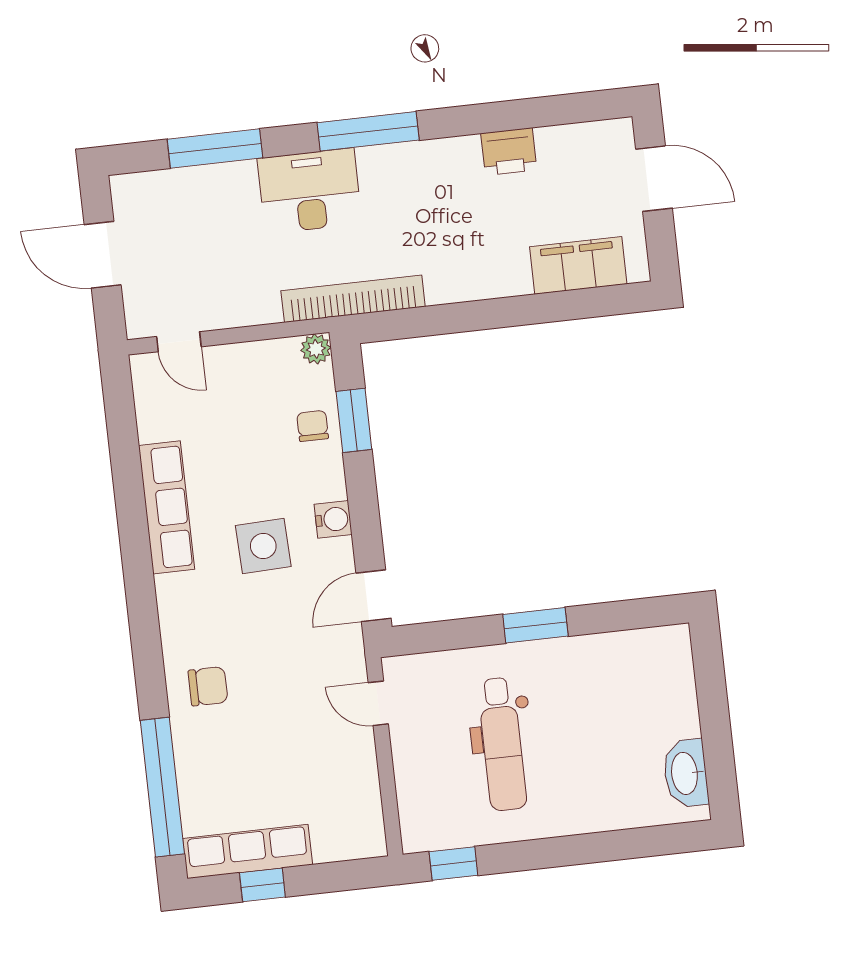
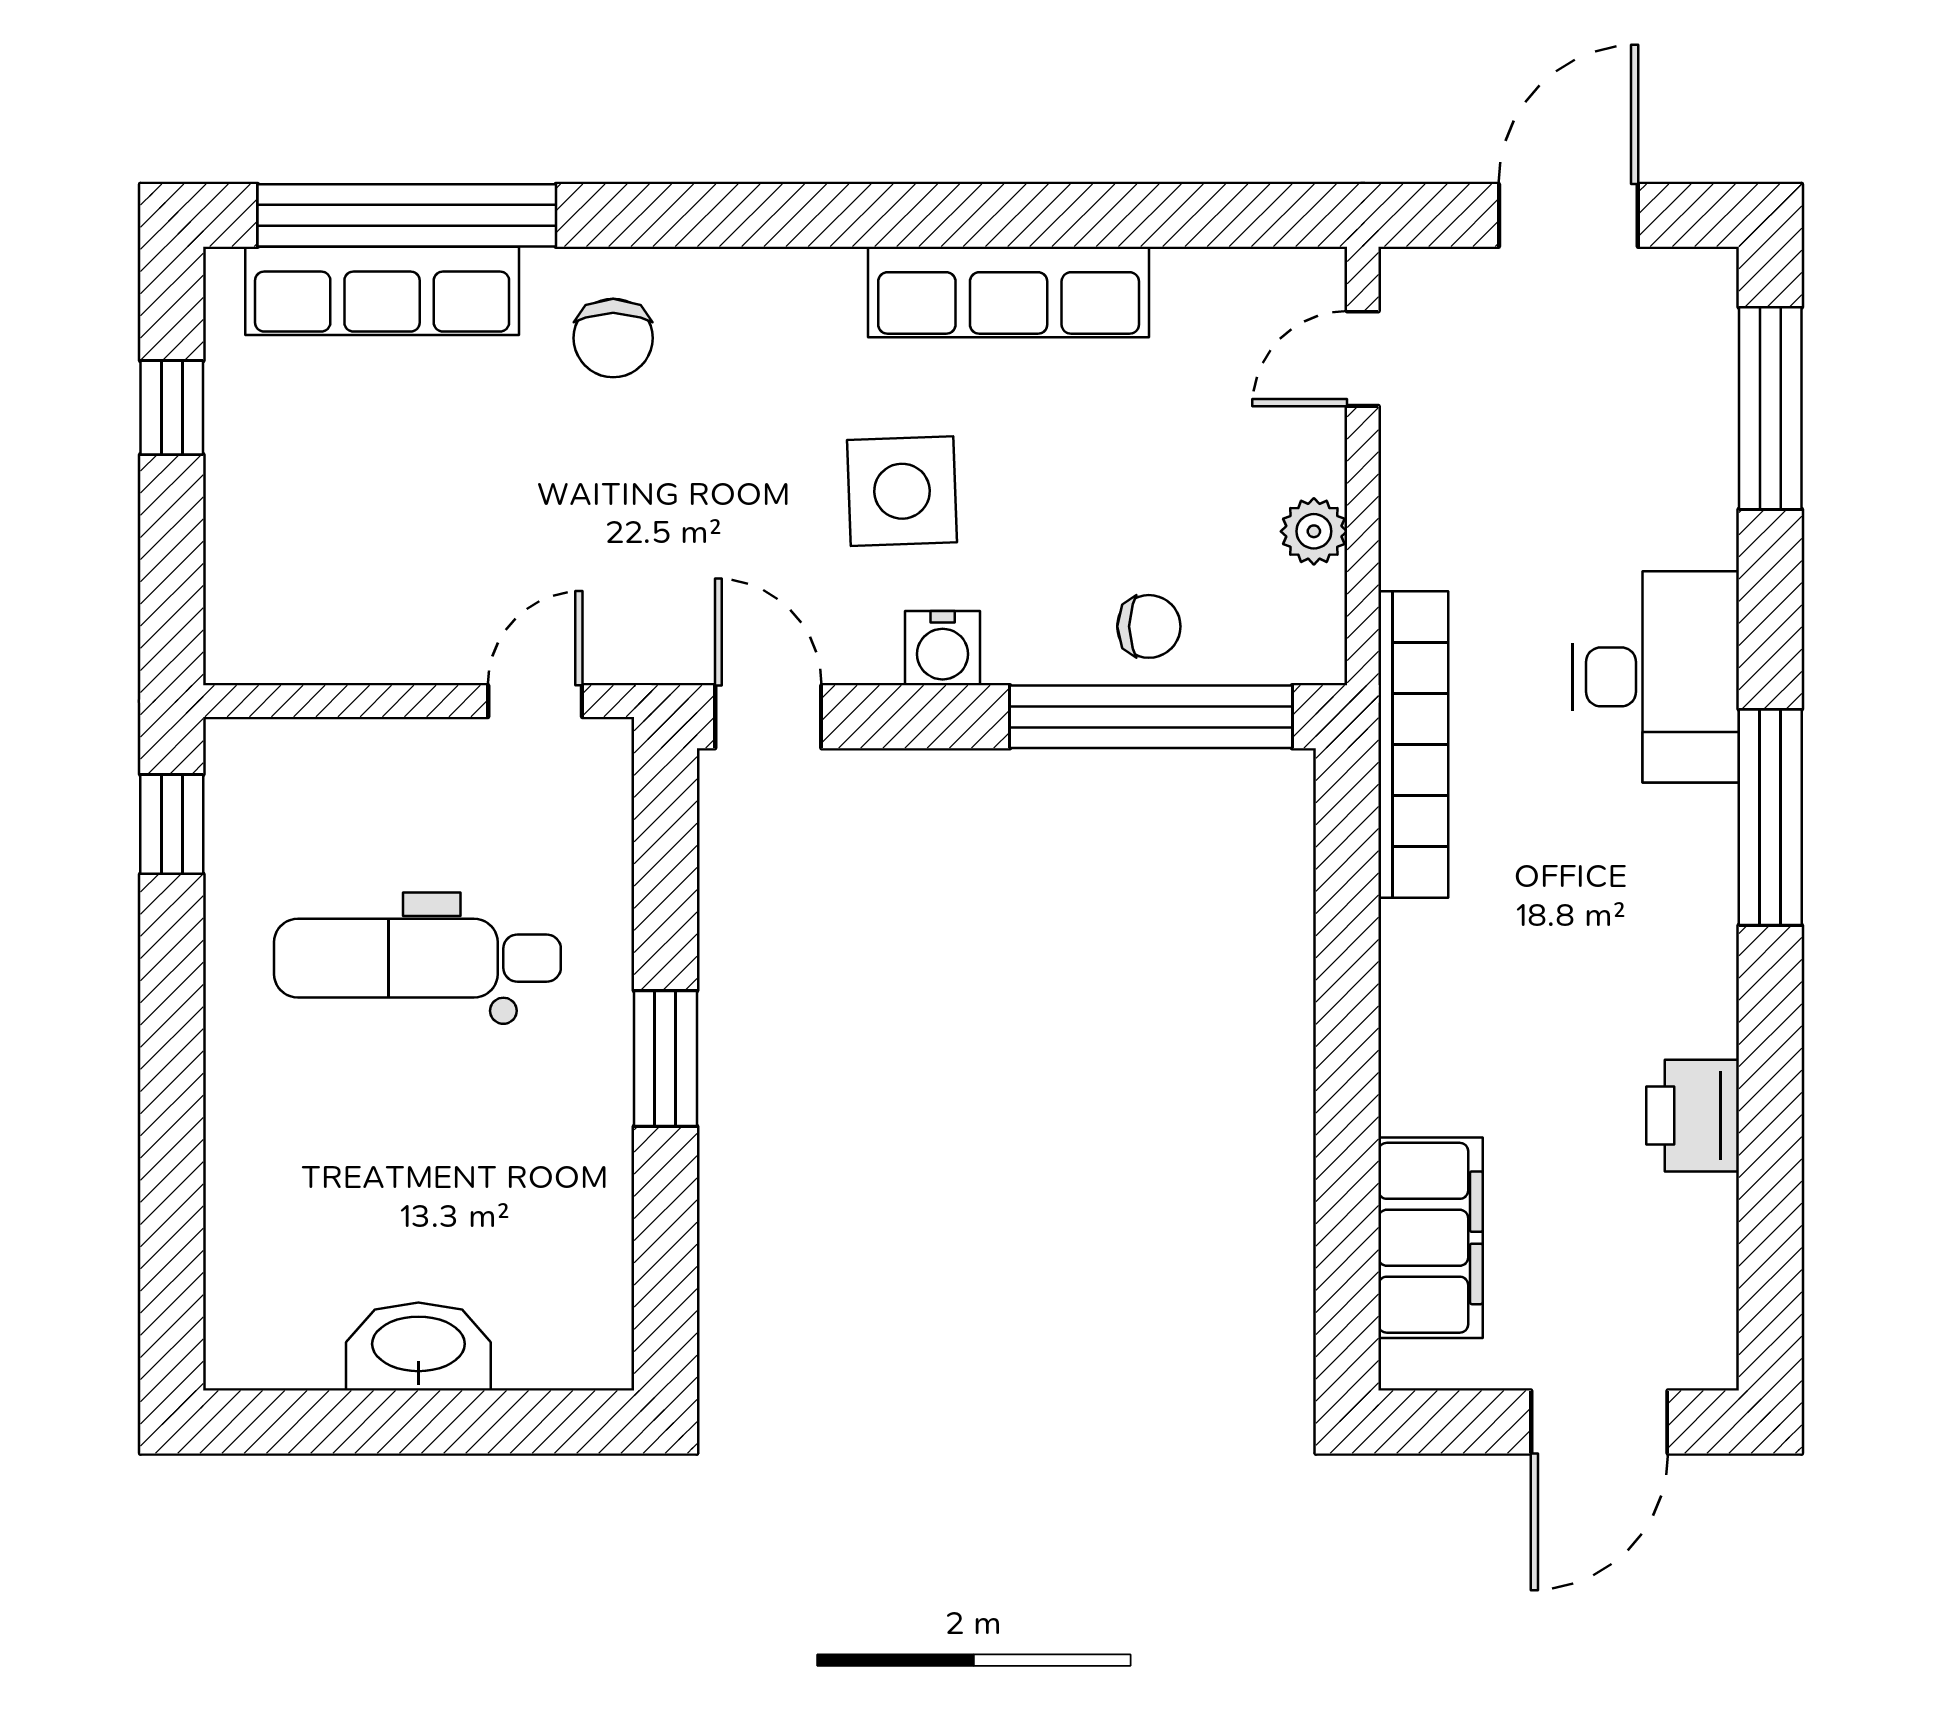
window: (215, 148) -> (1770, 408), moved
plant: (316, 349) -> (1314, 531), moved
window: (354, 420) -> (1151, 717), width x2.11
washbasin: (686, 773) -> (418, 1347), moved
row of seats: (248, 852) -> (382, 291), moved, turned 90

